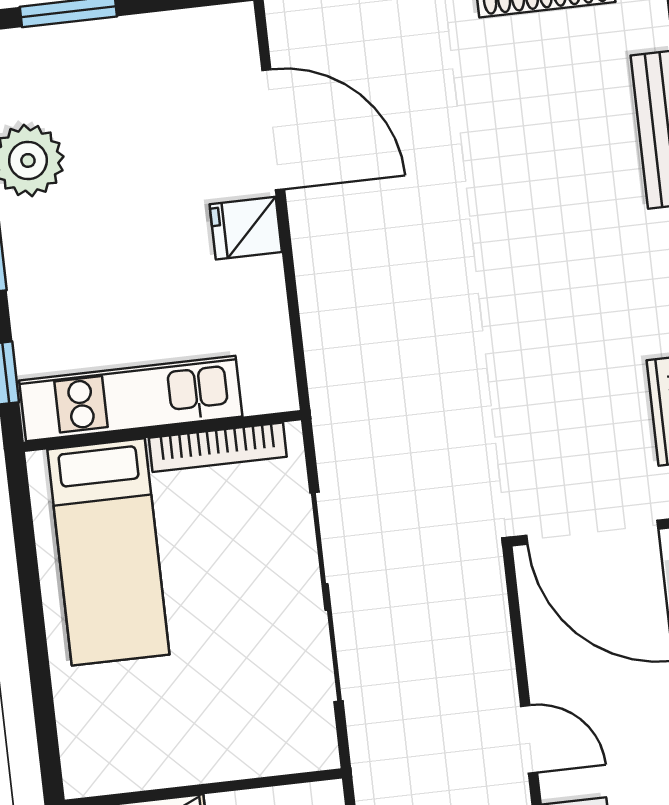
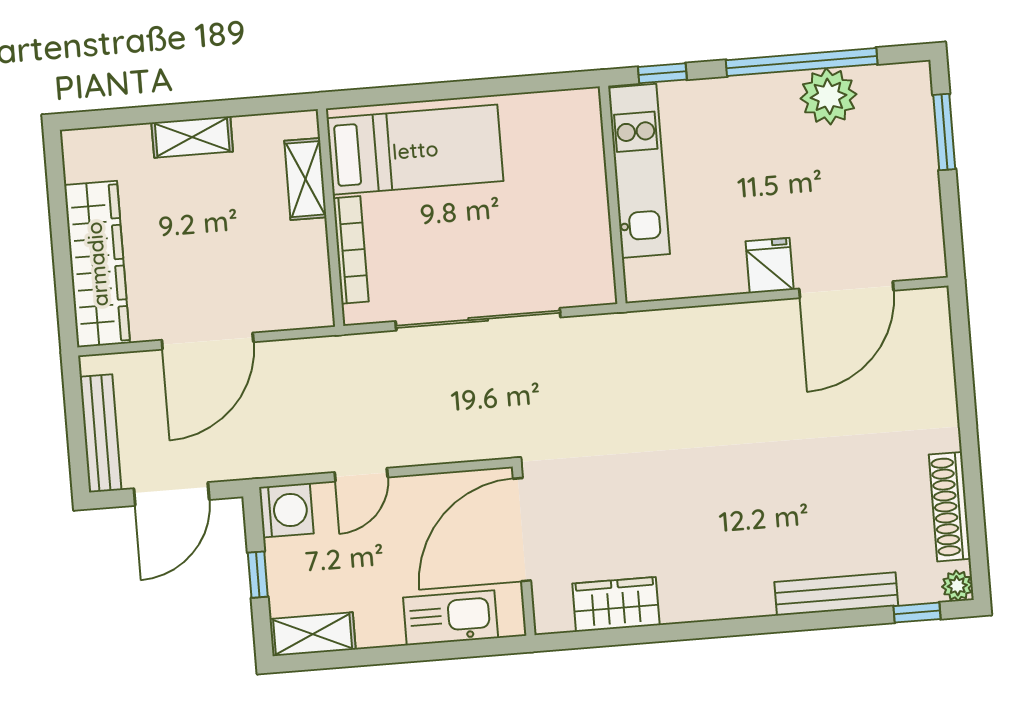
bookcase: (218, 447) -> (351, 250), moved, turned 180
bed: (108, 552) -> (415, 150), moved, turned 180

